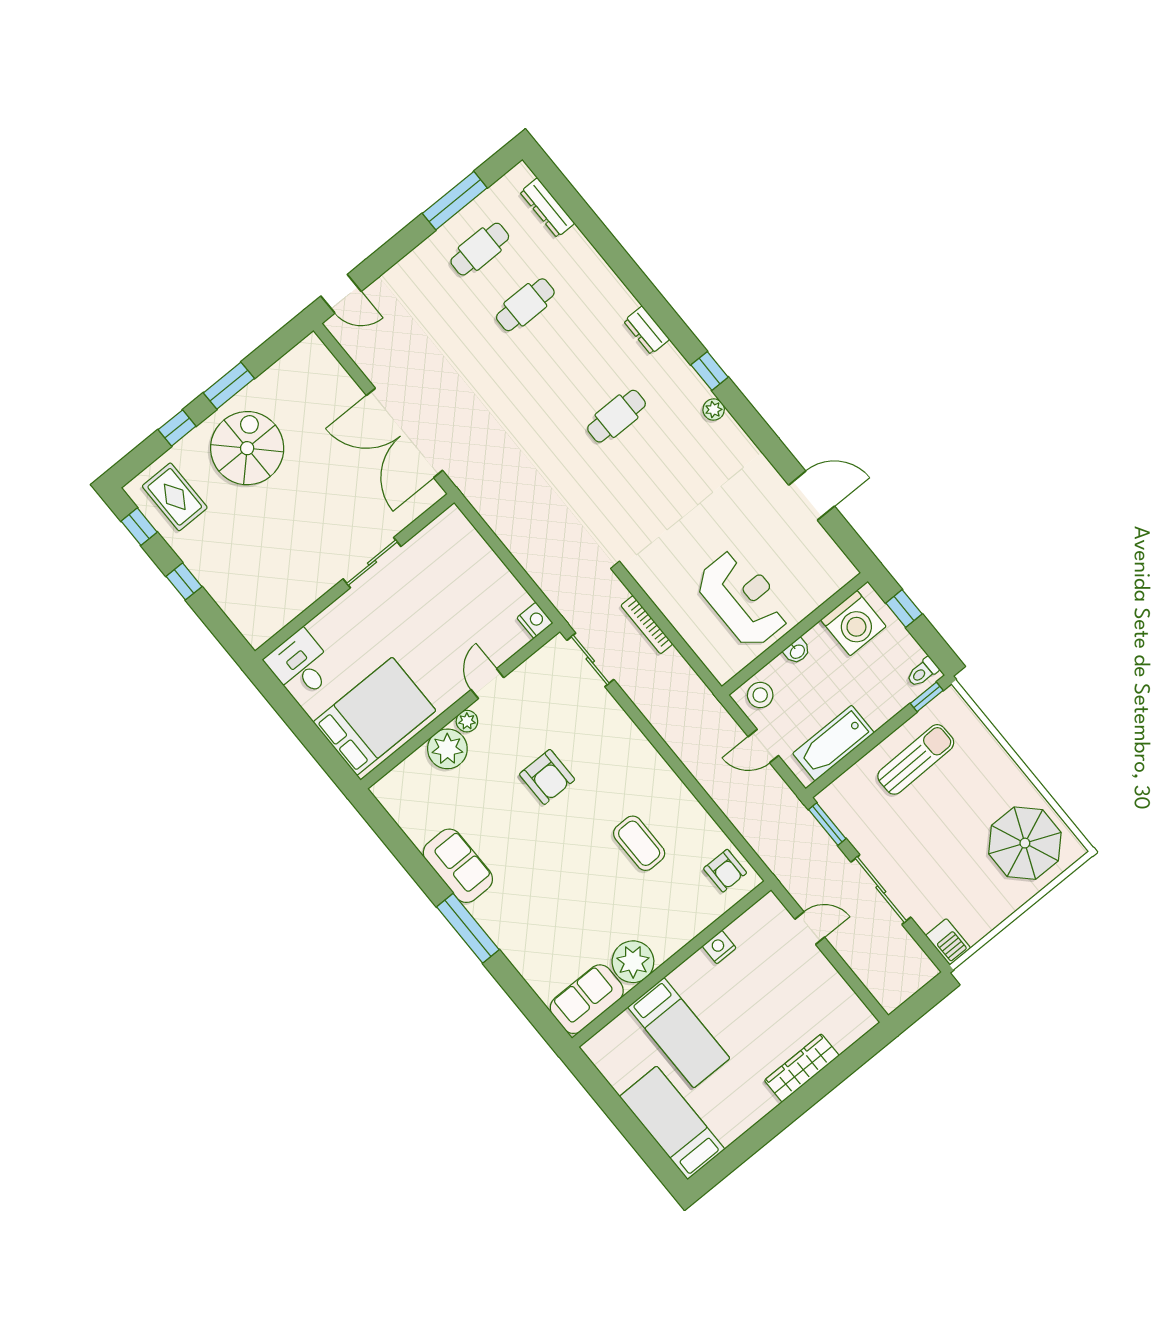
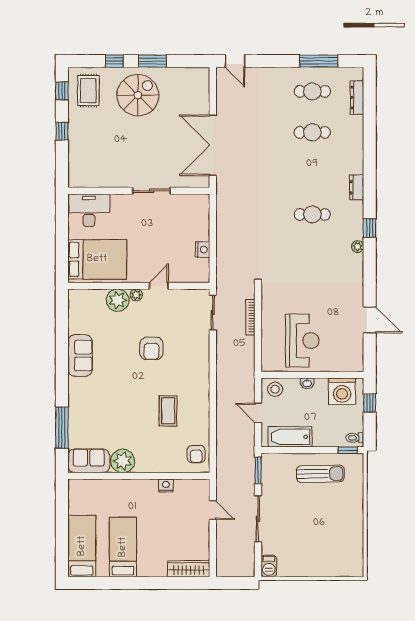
nightstand: (535, 620) -> (203, 250), moved
desk: (301, 665) -> (89, 210), width x1.37
parasol: (1025, 843) -> (338, 550), removed
window: (468, 928) -> (62, 428), moved
bed: (679, 1033) -> (123, 547), moved, turned 180
wardrobe: (802, 1068) -> (189, 569), moved

